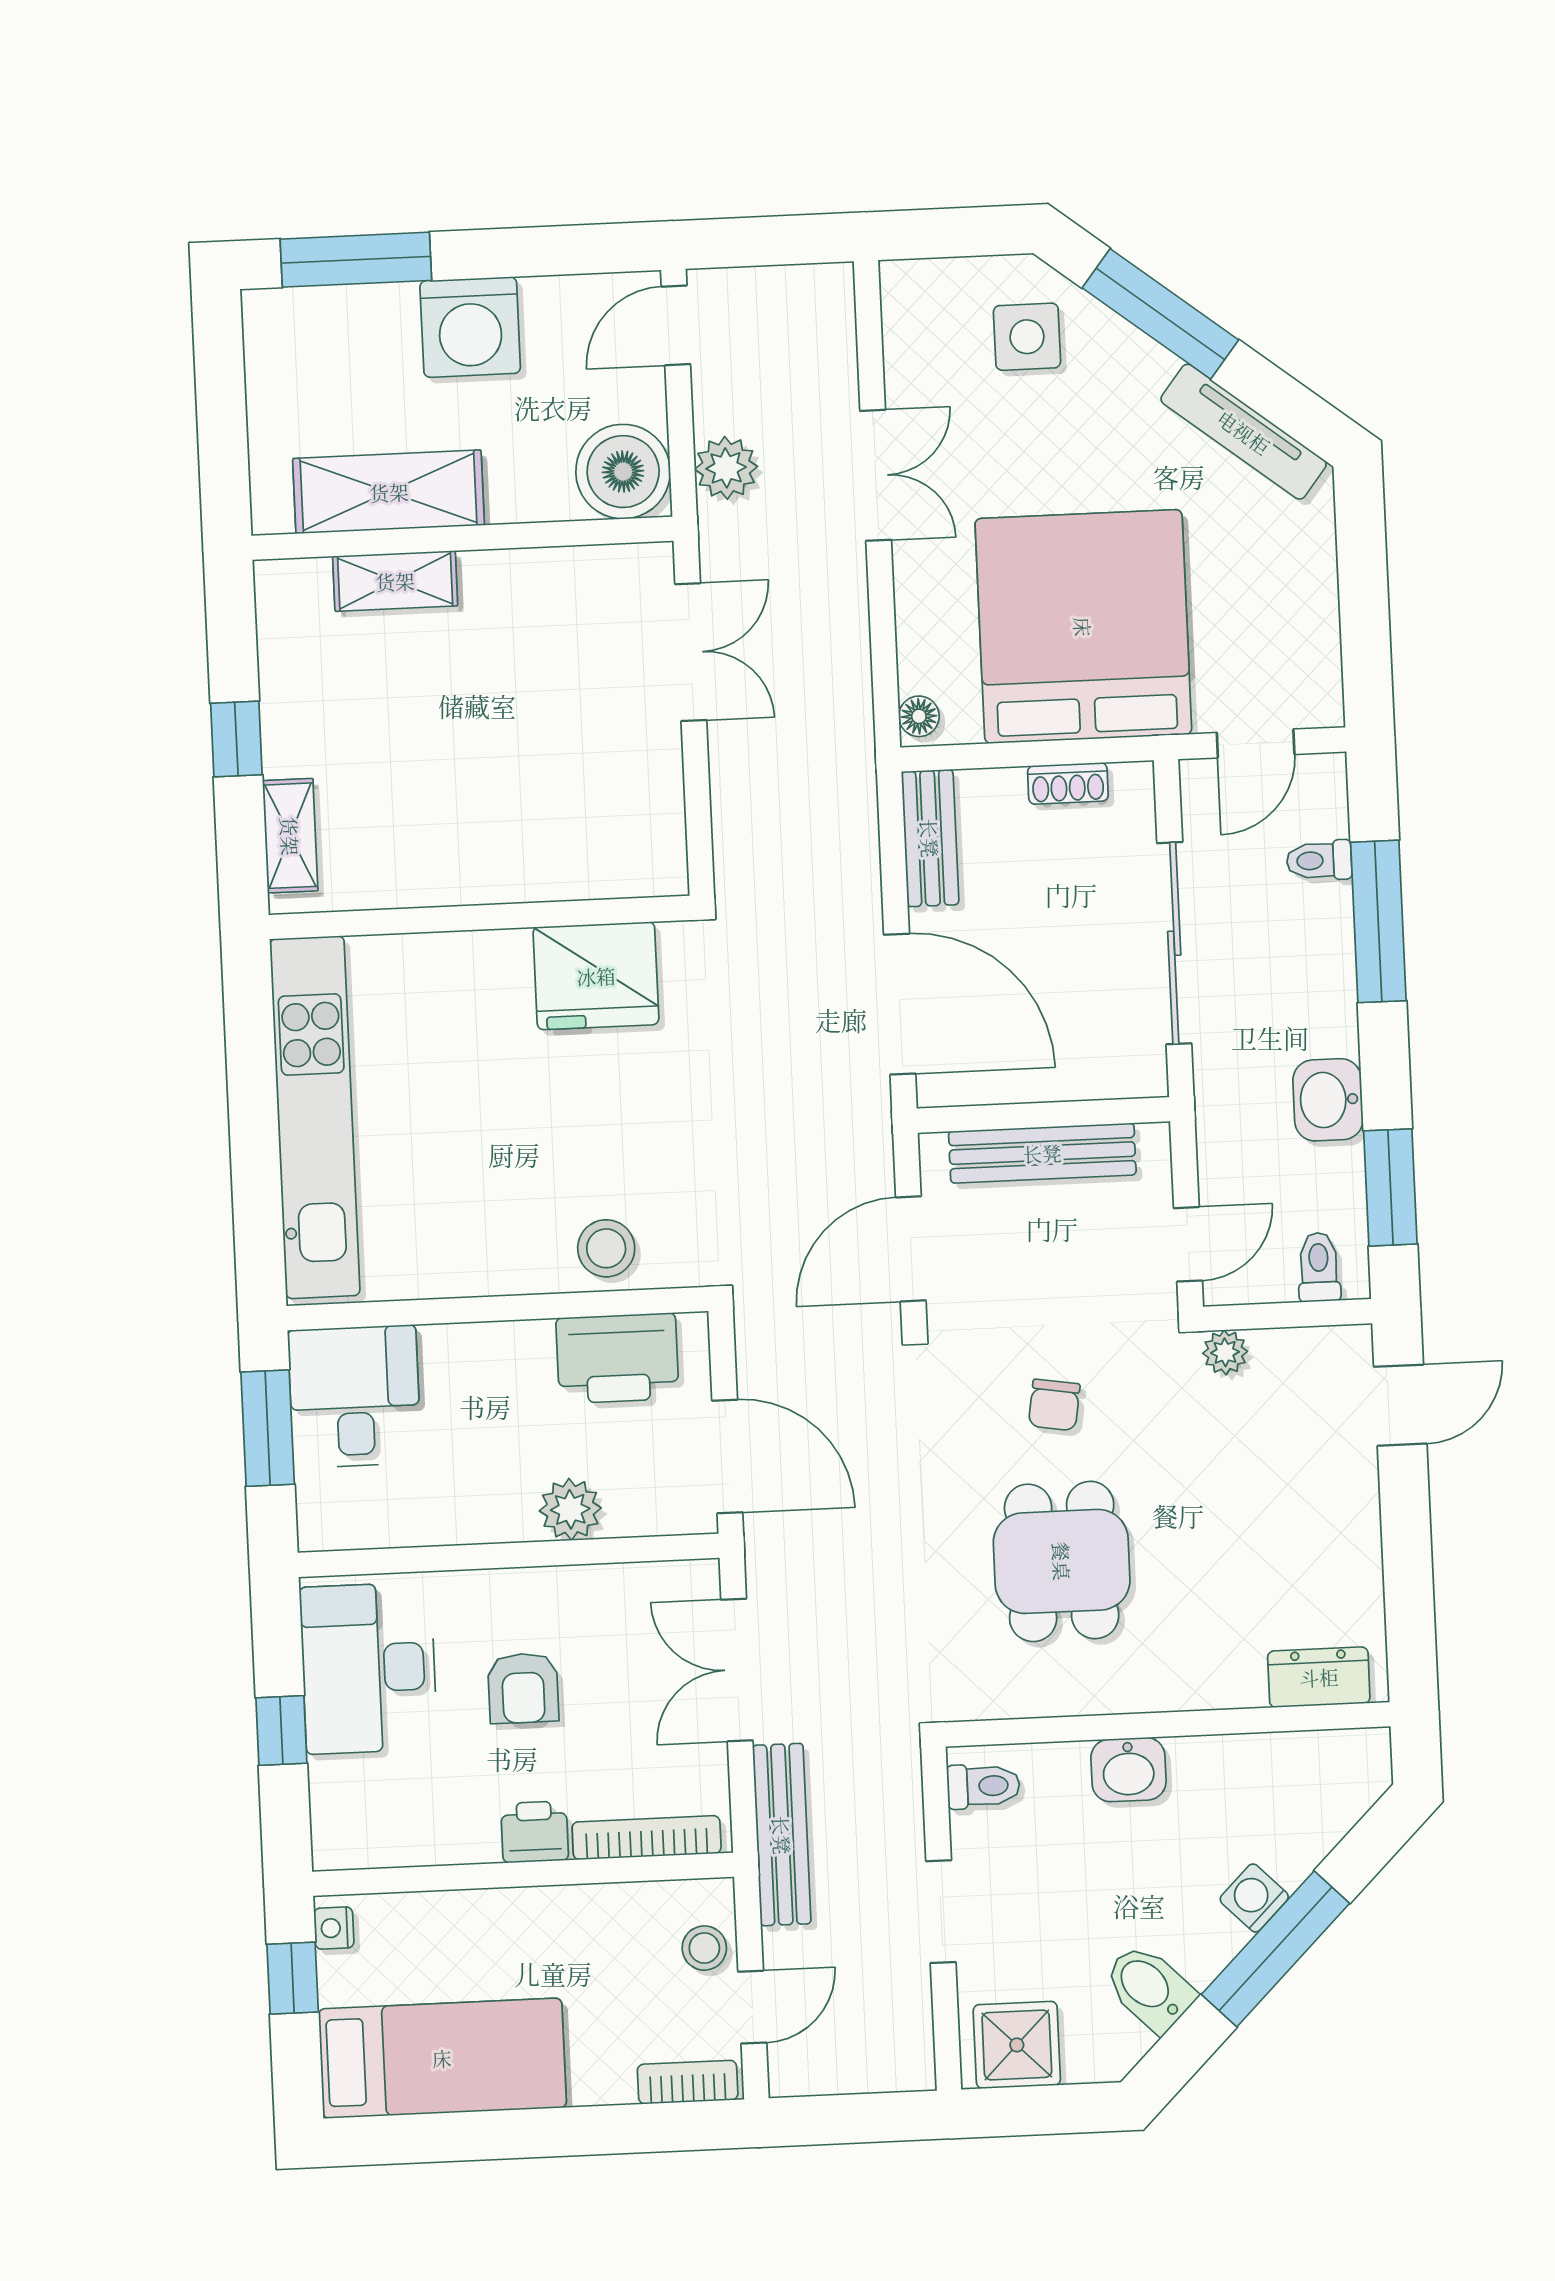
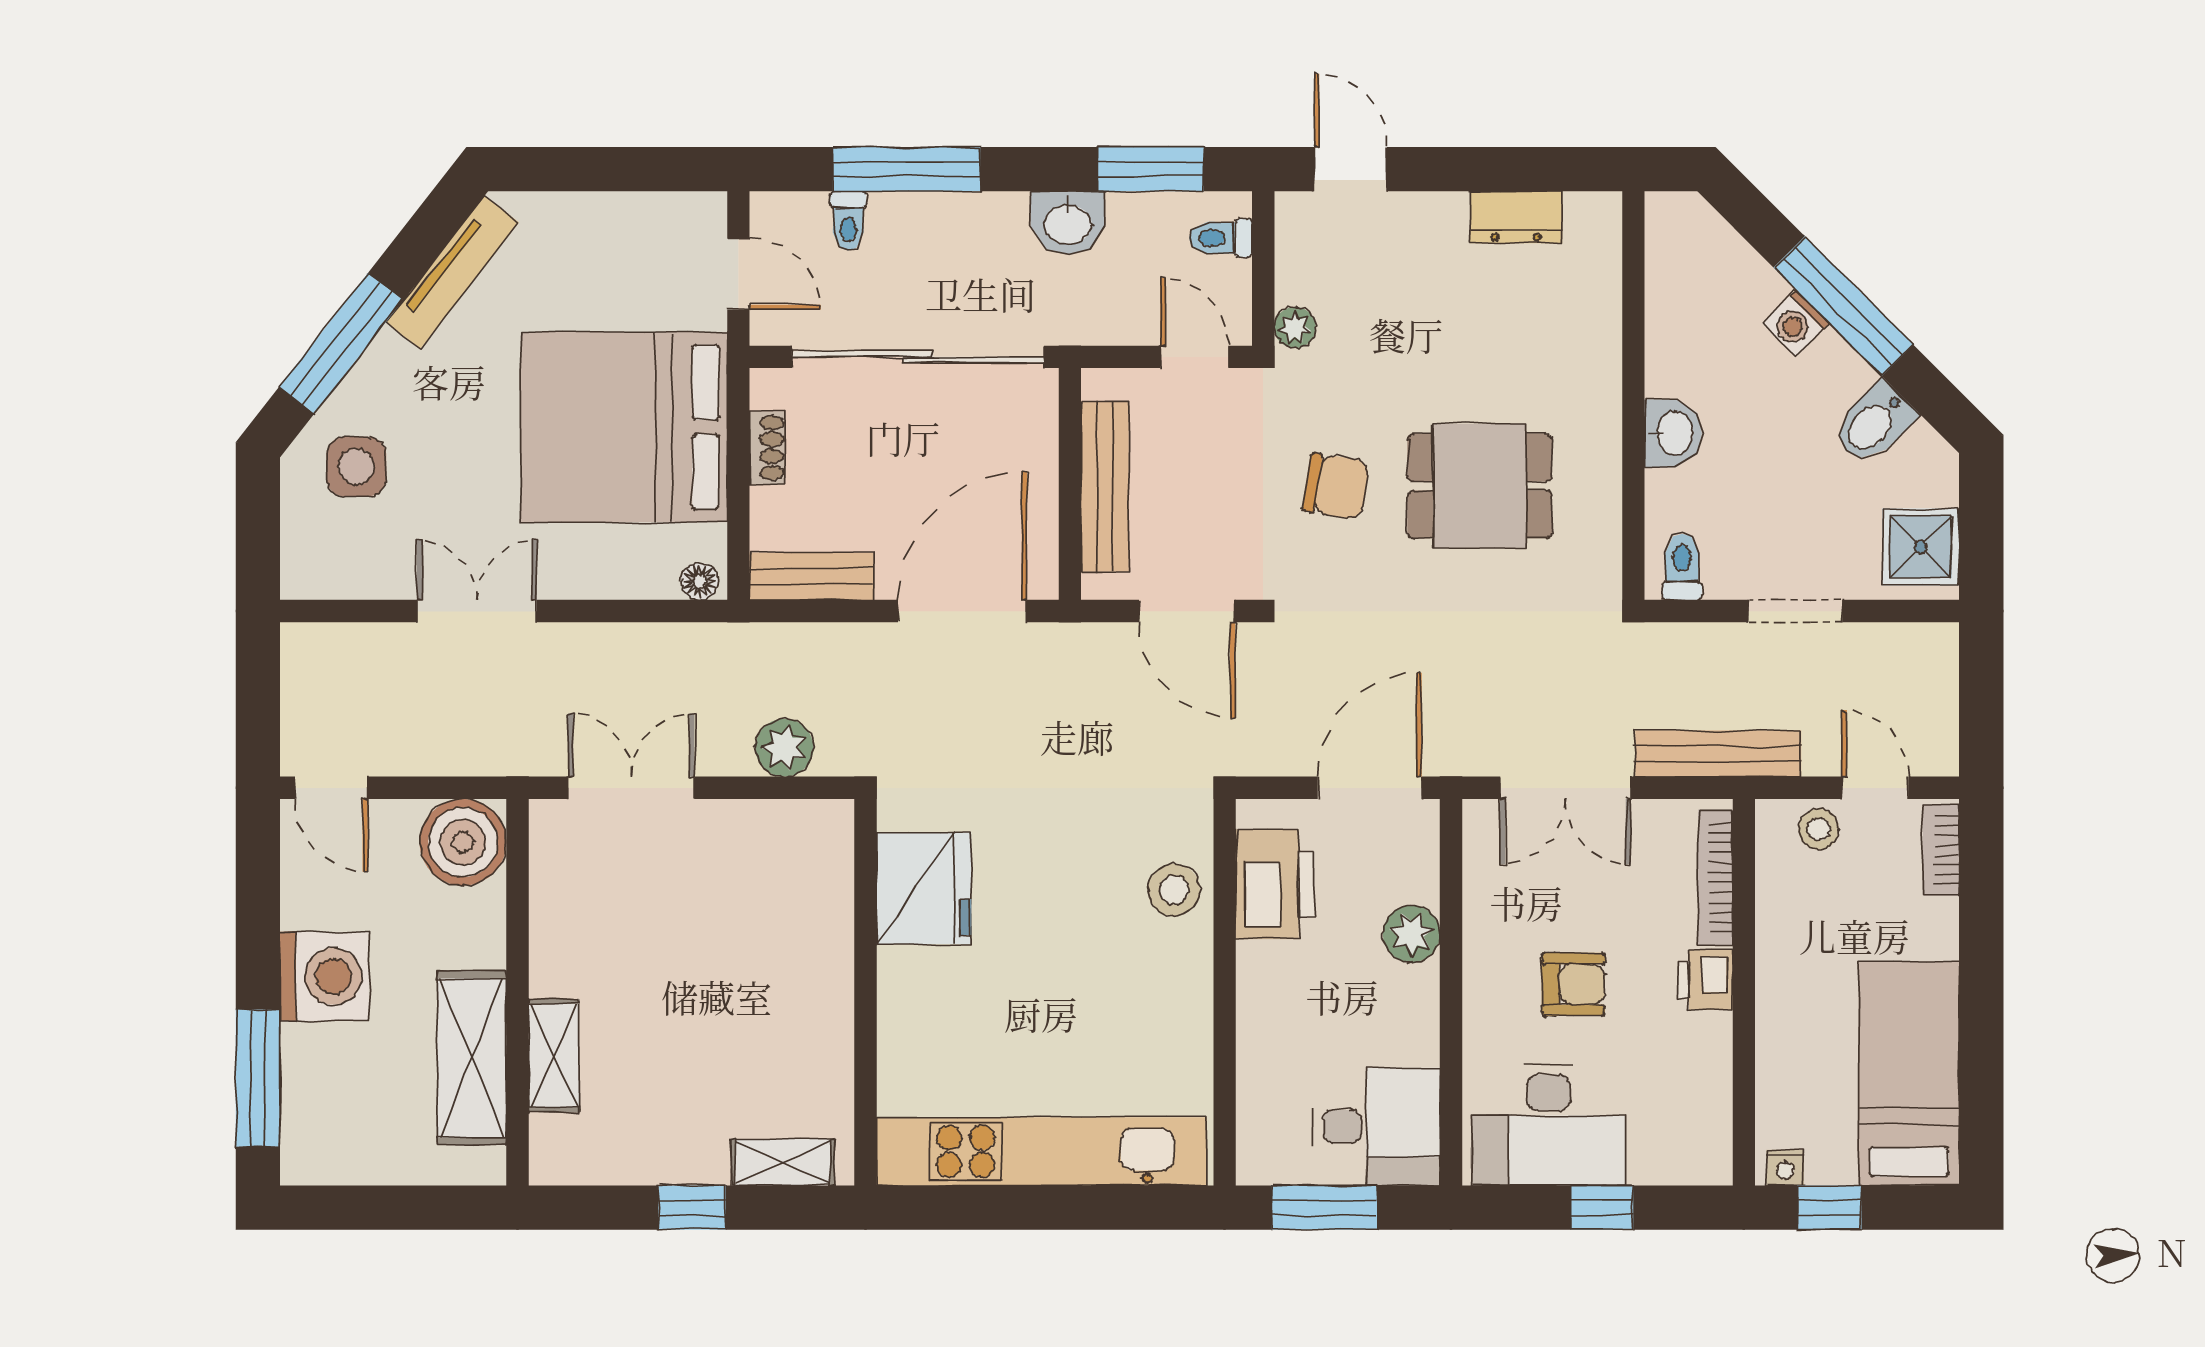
plant: (726, 468) -> (784, 748), moved
sliding door: (1174, 943) -> (918, 357), width x1.36
desk: (355, 1396) -> (1376, 1127), moved, turned 180
chair: (1054, 1405) -> (1336, 486), width x1.37, depth x1.37
dresser: (1319, 1677) -> (1516, 217), moved, turned -90

